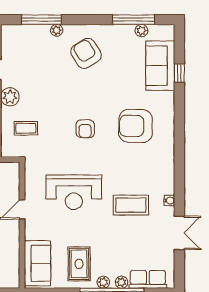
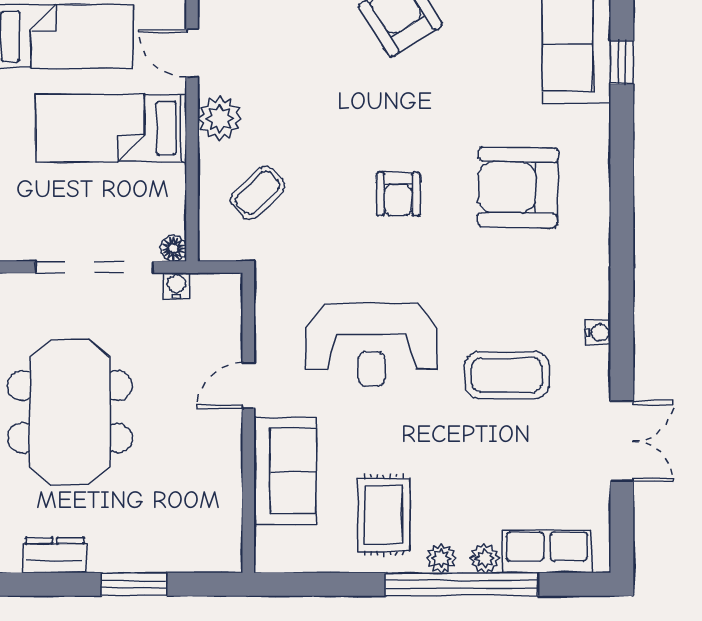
coffee table: (26, 128) -> (258, 193), turned -44
water cooler: (169, 201) -> (598, 332), moved
sofa: (37, 263) -> (285, 471), moved

